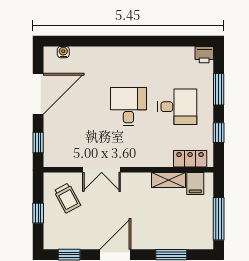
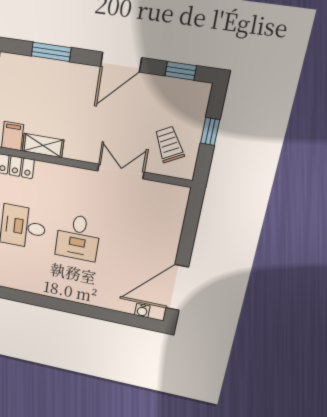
door: (38, 94) -> (177, 288), moved
window: (38, 142) -> (192, 217), removed

